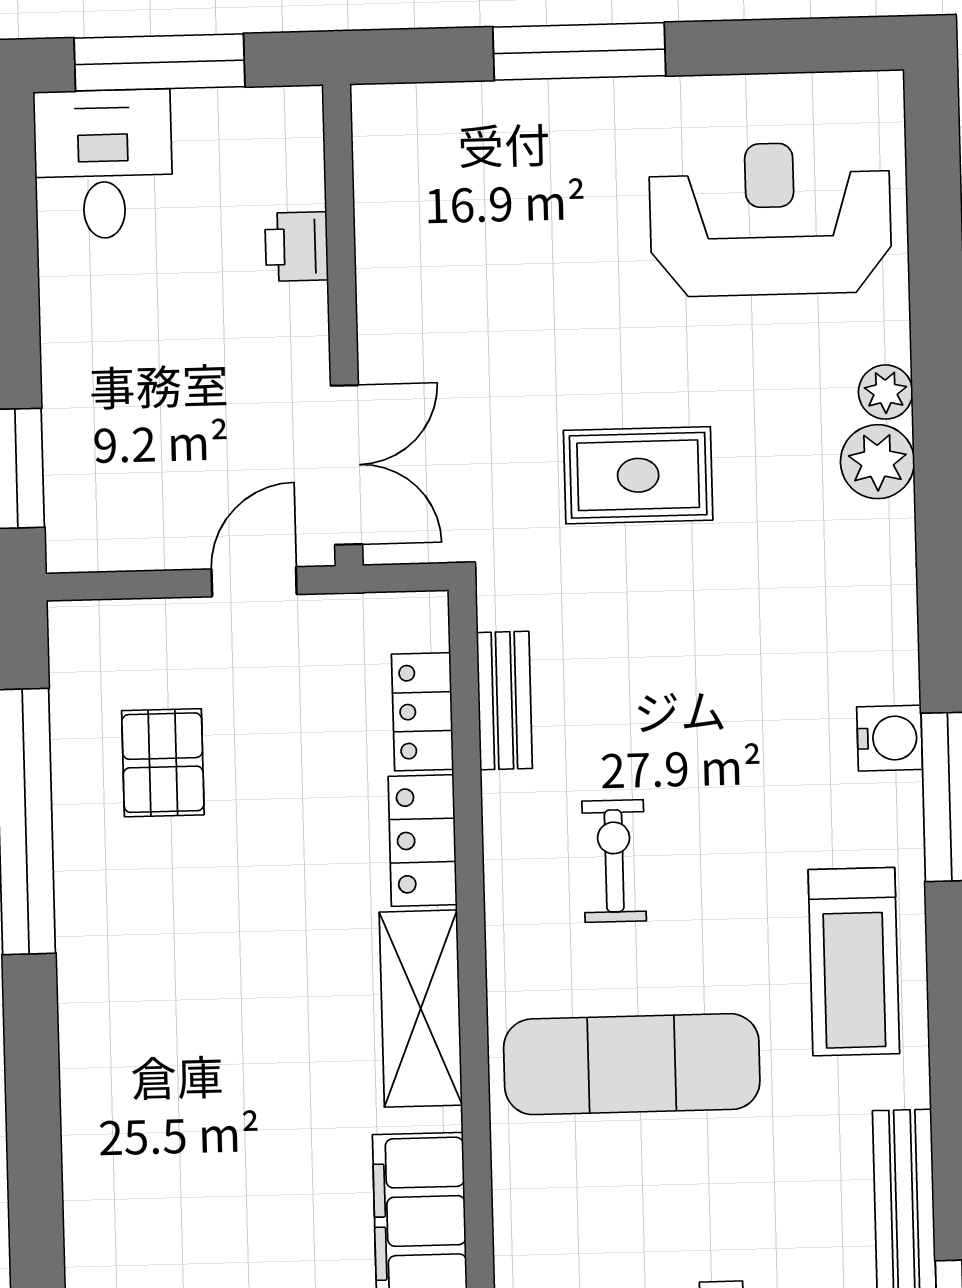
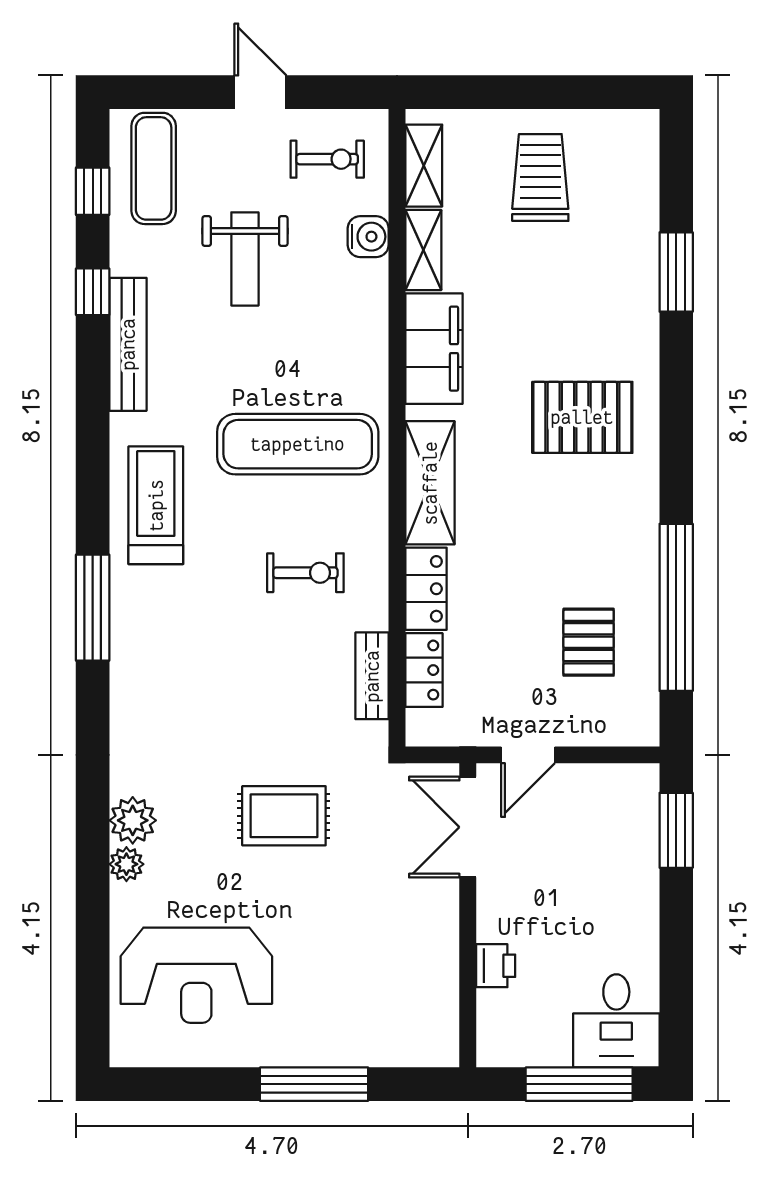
water cooler: (890, 738) -> (130, 646), removed
exercise bike: (614, 861) -> (305, 573), turned -90
pallet: (182, 1118) -> (582, 417), added

